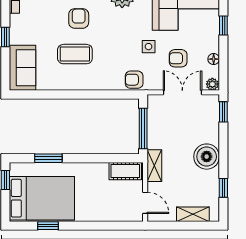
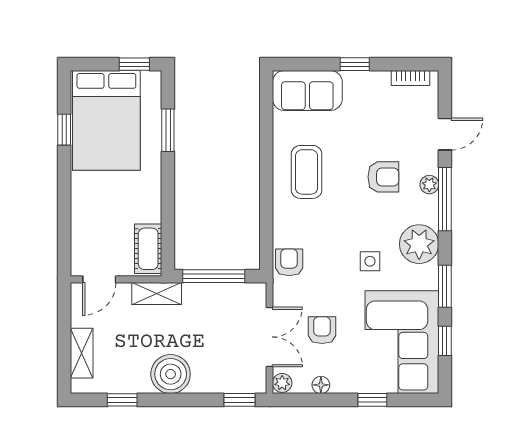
side table: (149, 47) -> (370, 261), moved
coffee table: (75, 54) -> (307, 172), moved

